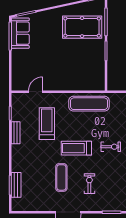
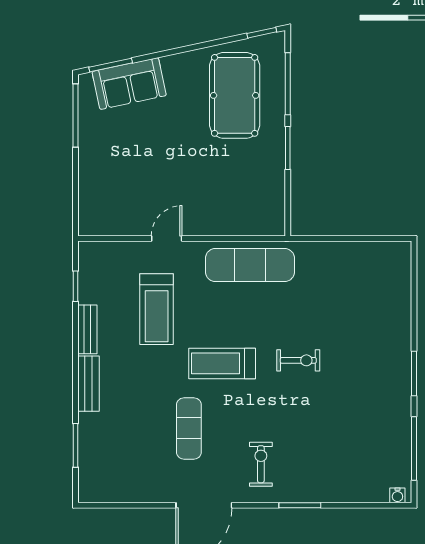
pool table: (82, 27) -> (235, 95), turned 90
sofa: (20, 33) -> (129, 84), moved, turned 78
door: (36, 92) -> (167, 238), moved
treadmill: (47, 124) -> (157, 309), turned 180
exercise bike: (89, 184) -> (261, 464), moved
bench: (16, 185) -> (89, 384), moved

